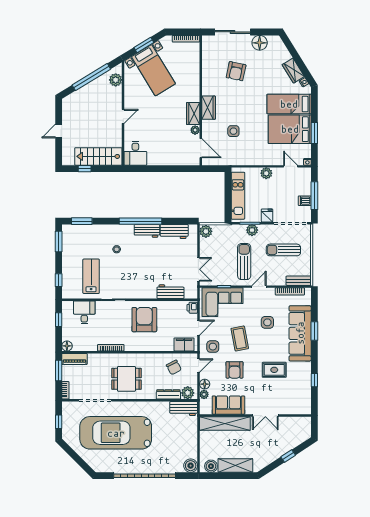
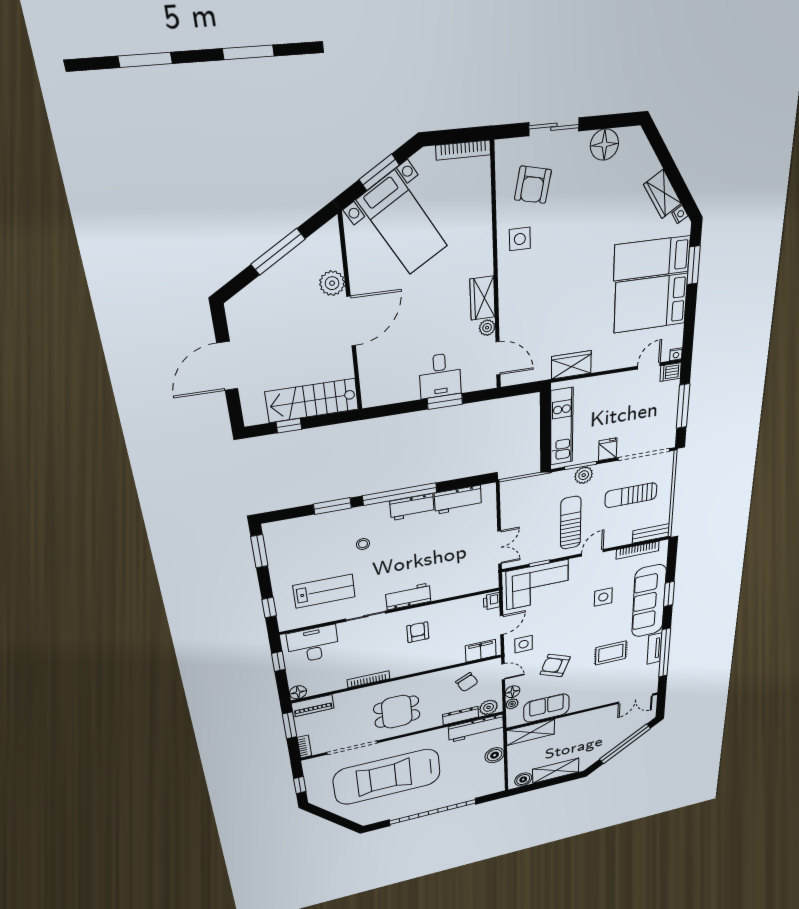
sliding door: (233, 32) -> (554, 127), width x0.73
armchair: (236, 71) -> (533, 185), moved
window: (91, 77) -> (278, 252), width x0.68
plant: (116, 80) -> (332, 283), moved
wardrobe: (209, 108) -> (571, 365), moved, turned -90
door: (123, 116) -> (351, 321), width x1.88
door: (59, 131) -> (227, 366), width x1.88
side table: (233, 131) -> (520, 239), moved
window: (314, 133) -> (694, 265), moved
desk: (135, 153) -> (440, 376), moved
door: (291, 166) -> (649, 366), hinge flipped
window: (170, 169) -> (445, 401), added
plant: (266, 173) -> (609, 383), removed
dishwasher: (305, 201) -> (671, 372), moved
window: (82, 221) -> (332, 506), moved
plant: (206, 231) -> (510, 490), removed
lab bench: (91, 276) -> (324, 591), turned 90
workbench: (170, 292) -> (408, 596), moved
desk: (84, 312) -> (313, 644), width x1.37
armchair: (144, 320) -> (418, 632), width x0.53, depth x0.53
coffee table: (240, 338) -> (563, 626), removed
door: (198, 365) -> (503, 672), hinge flipped
armchair: (235, 370) -> (555, 665), turned 112
tv unit: (306, 374) -> (654, 649), added
window: (314, 380) -> (665, 653), width x3.17
workbench: (184, 408) -> (476, 728), width x1.38
double door: (265, 416) -> (636, 699), moved
shelving: (225, 424) -> (531, 732), width x0.68
window: (288, 456) -> (625, 744), width x3.17
boiler: (191, 466) -> (495, 755), moved

